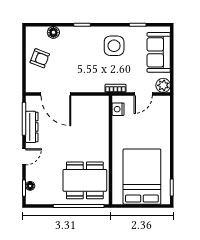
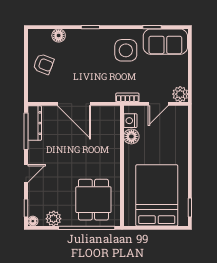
sofa: (159, 52) -> (165, 42), moved, turned -90
door: (56, 94) -> (74, 104), moved
floor lamp: (119, 123) -> (131, 136), added
dresser: (32, 127) -> (35, 123), moved
dining table: (85, 180) -> (93, 200), width x0.73
floor lamp: (30, 186) -> (33, 221), moved
plant: (49, 197) -> (54, 219), added

